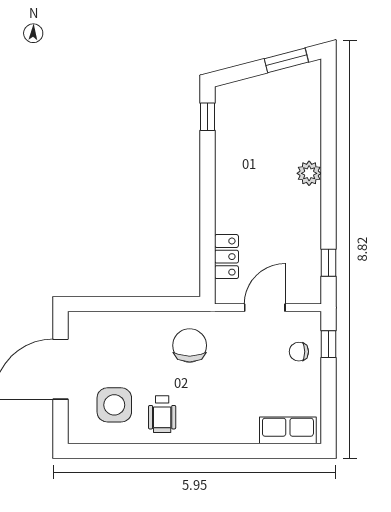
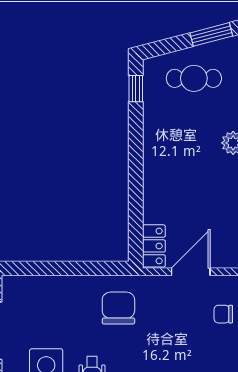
cafe table: (268, 106) -> (194, 78), added
locker: (227, 257) -> (154, 246), moved

